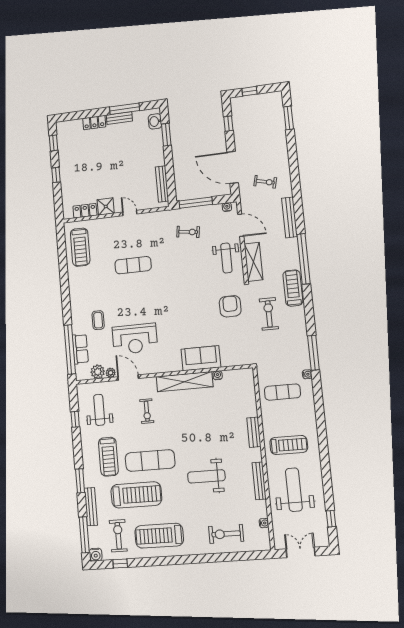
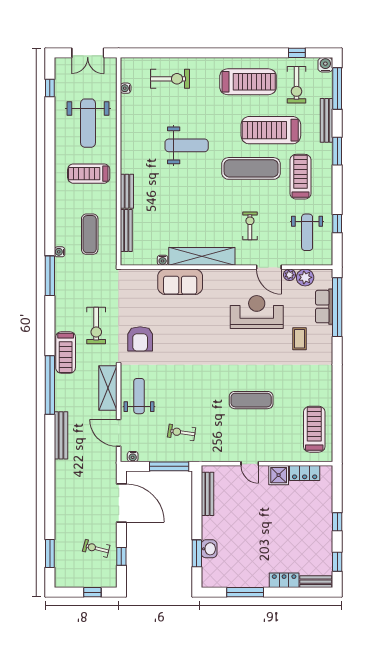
bench: (119, 118) -> (316, 582), moved
washbasin: (155, 121) -> (209, 549), moved
exercise bike: (265, 182) -> (96, 548), moved
exercise mat: (282, 392) -> (90, 234), turned 90
bench: (259, 481) -> (126, 231), moved

